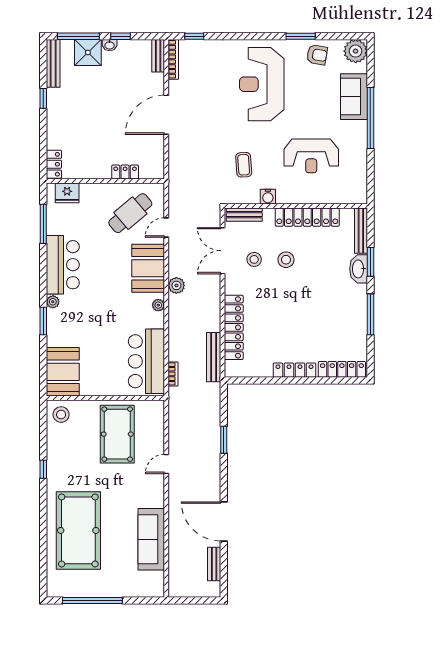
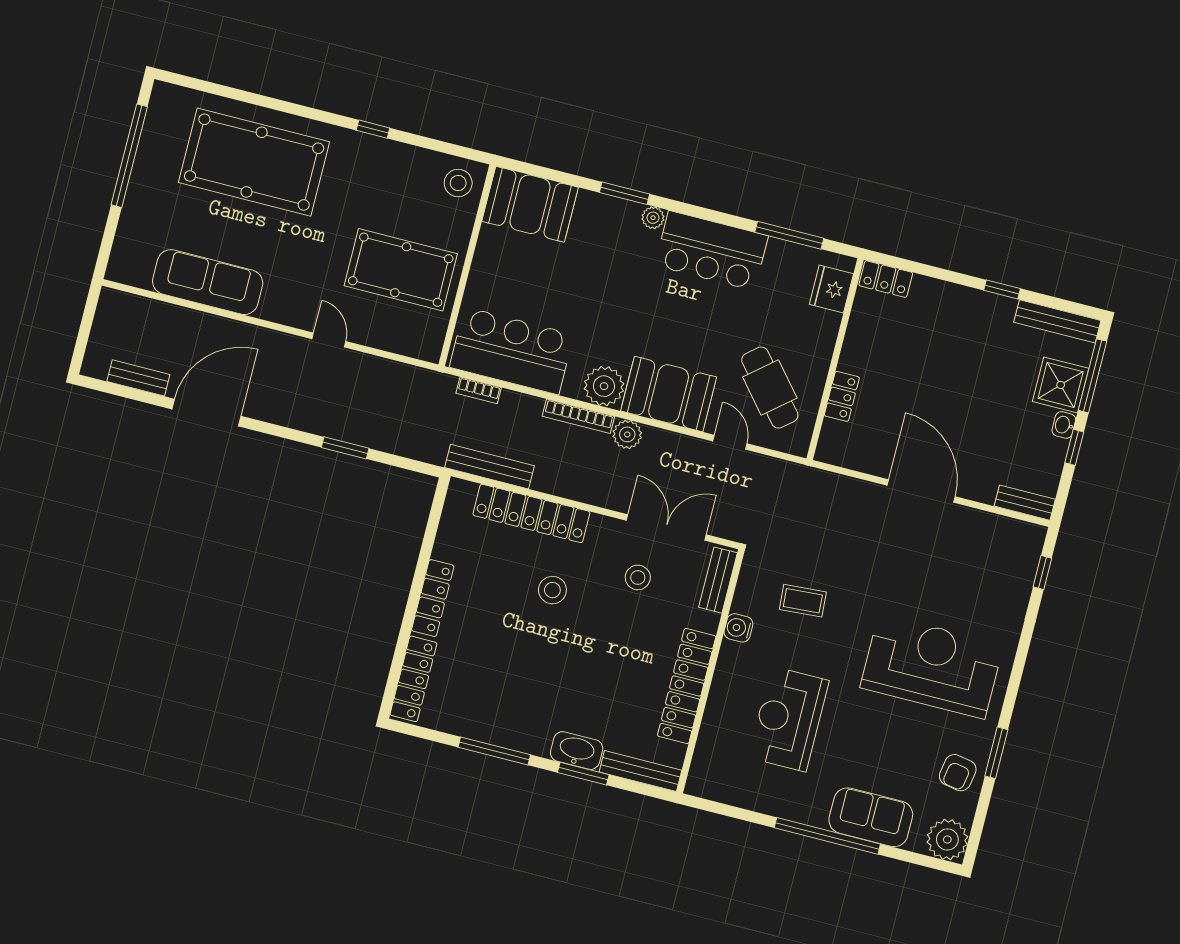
bookcase: (173, 59) -> (578, 416), moved
stool: (286, 260) -> (552, 590), moved
plant: (158, 305) -> (604, 386), width x1.88, depth x1.88

